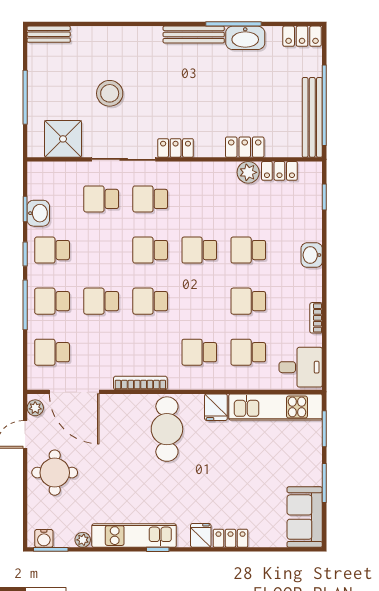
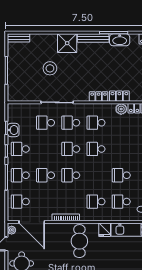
shower: (63, 139) -> (67, 43), moved
locker: (176, 148) -> (99, 96), moved
school desk: (248, 250) -> (96, 123), moved

